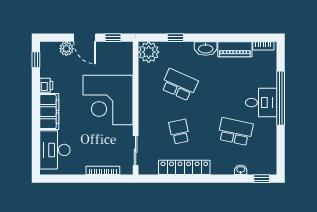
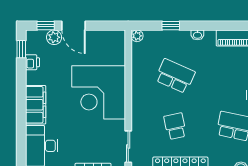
window: (113, 38) -> (46, 26), moved
washbasin: (206, 49) -> (197, 35), width x0.52, depth x0.69
plant: (149, 52) -> (137, 36), width x0.53, depth x0.53
printer: (46, 85) -> (32, 62), moved

